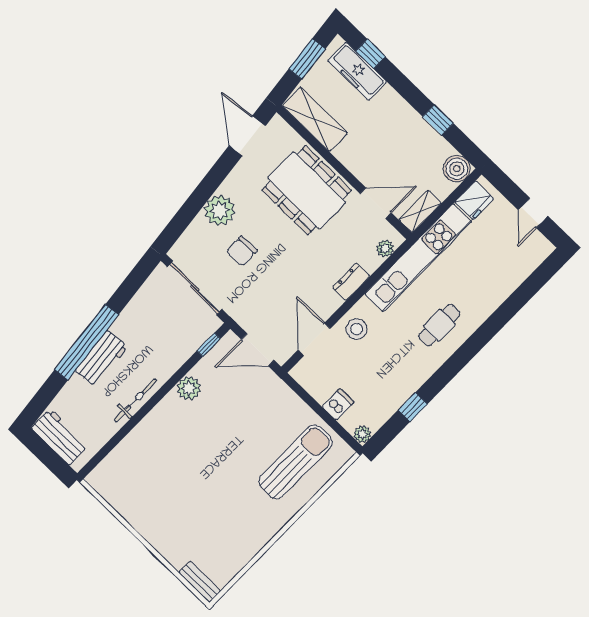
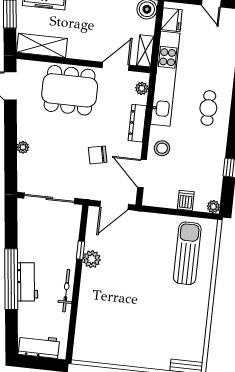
plant: (220, 210) -> (23, 147), width x0.53, depth x0.53
chair: (242, 251) -> (98, 155), moved, turned 79
dresser: (351, 282) -> (137, 123), width x1.44
window: (209, 345) -> (81, 250), moved

